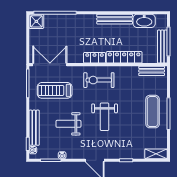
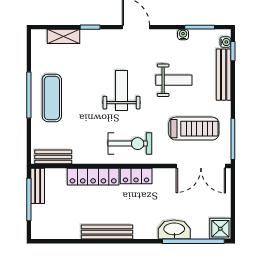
washbasin: (144, 21) -> (174, 230), moved
bench: (162, 47) -> (38, 186), width x0.73
shelving: (156, 154) -> (63, 36), moved

